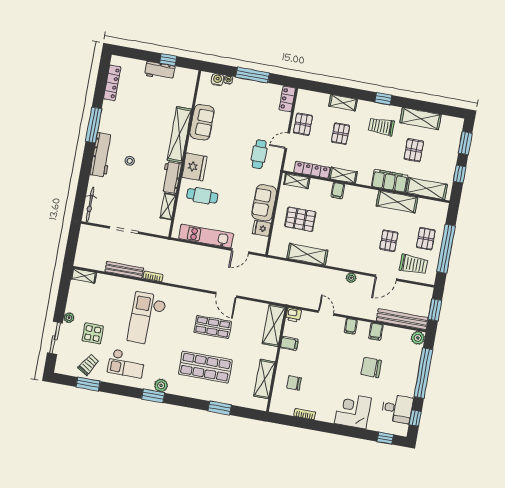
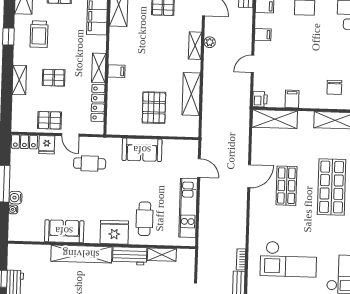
water cooler: (217, 80) -> (15, 198), moved
shelving: (297, 181) -> (195, 46), moved
fridge: (262, 228) -> (47, 145), moved

